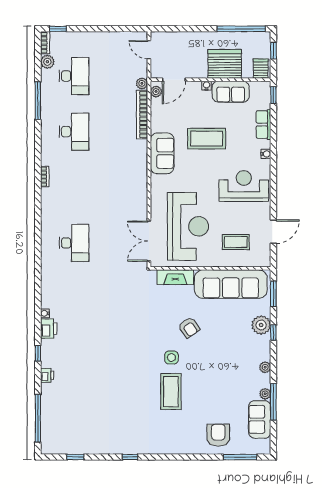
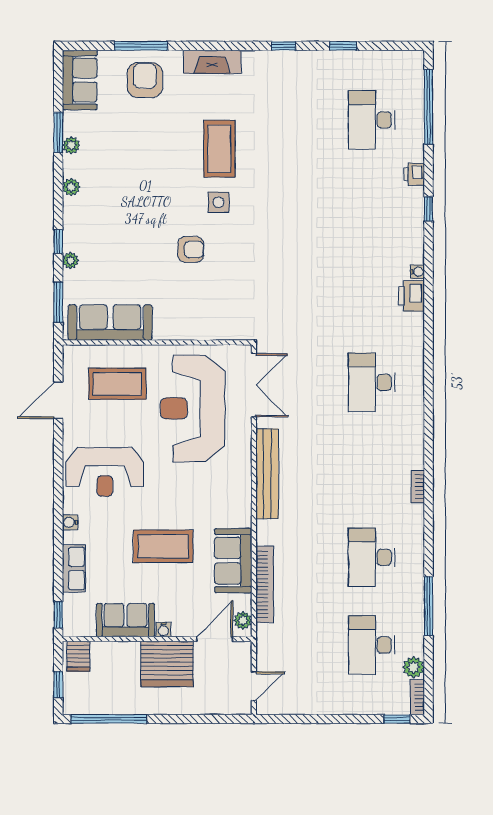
door: (149, 50) -> (254, 686), hinge flipped
server rack: (225, 64) -> (167, 664), moved
plant: (142, 83) -> (265, 633), removed
sofa: (162, 153) -> (233, 561), moved
bench: (140, 185) -> (267, 474), added
coffee table: (236, 242) -> (117, 384), width x1.36, depth x1.32
fireplace: (175, 277) -> (212, 62), moved, turned 180
sofa: (231, 284) -> (110, 323), width x0.74, depth x0.79
plant: (261, 325) -> (70, 260), width x0.53, depth x0.53
armchair: (189, 328) -> (191, 249), turned 125
printer: (49, 329) -> (411, 296), moved
window: (273, 402) -> (58, 133), width x0.69
desk: (74, 410) -> (372, 120), added
sofa: (260, 419) -> (80, 80), moved
armchair: (218, 435) -> (145, 80), turned 180
window: (75, 457) -> (343, 46), moved
window: (240, 457) -> (141, 46), moved

